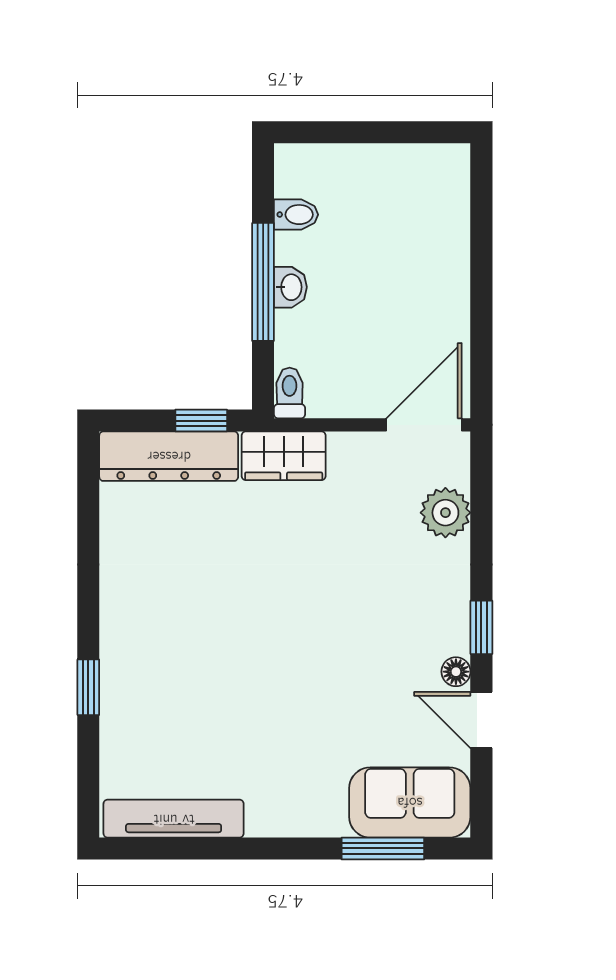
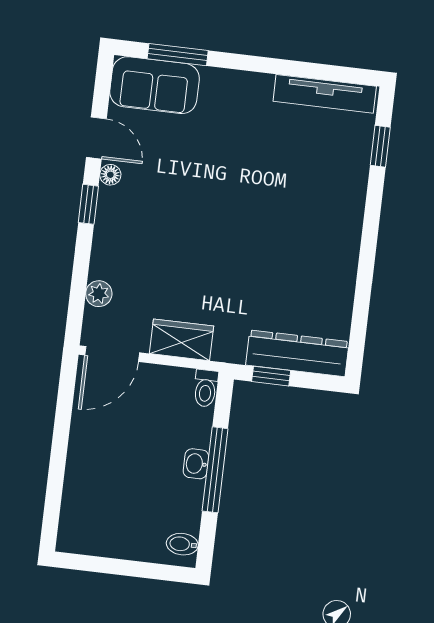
bidet: (296, 215) -> (182, 544), moved
wardrobe: (284, 456) -> (181, 340), moved
plant: (445, 513) -> (99, 294), width x0.73, depth x0.73
window: (88, 687) -> (380, 146), moved

